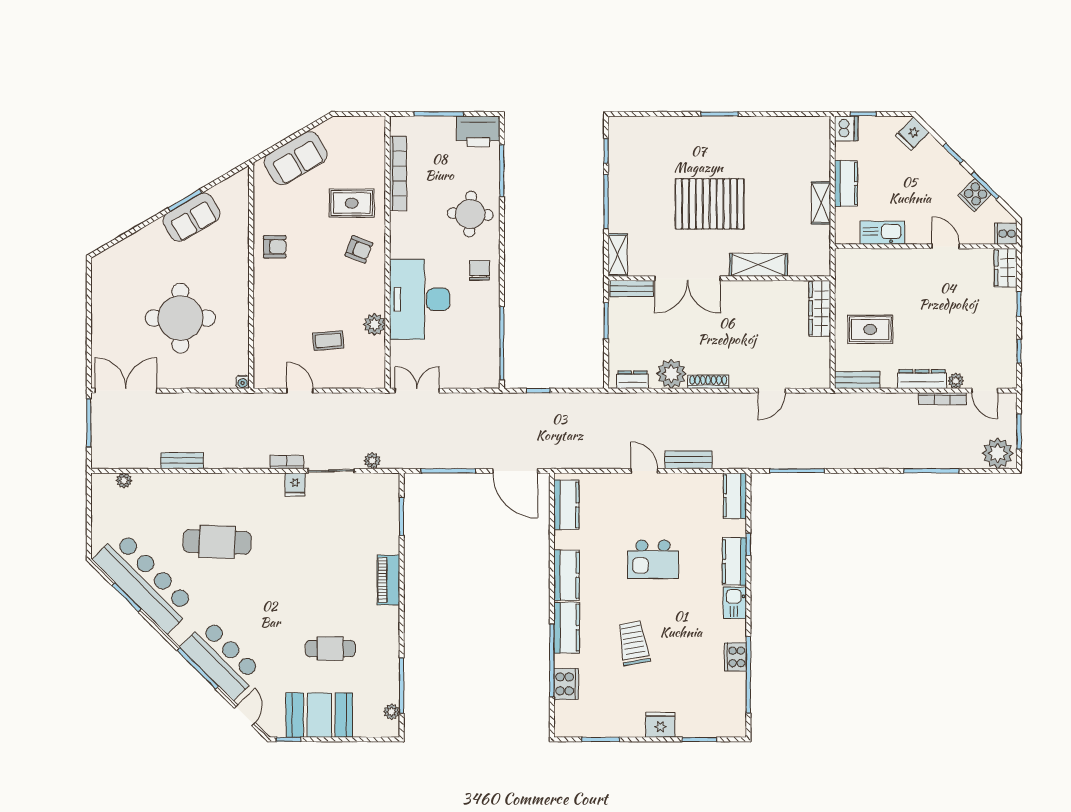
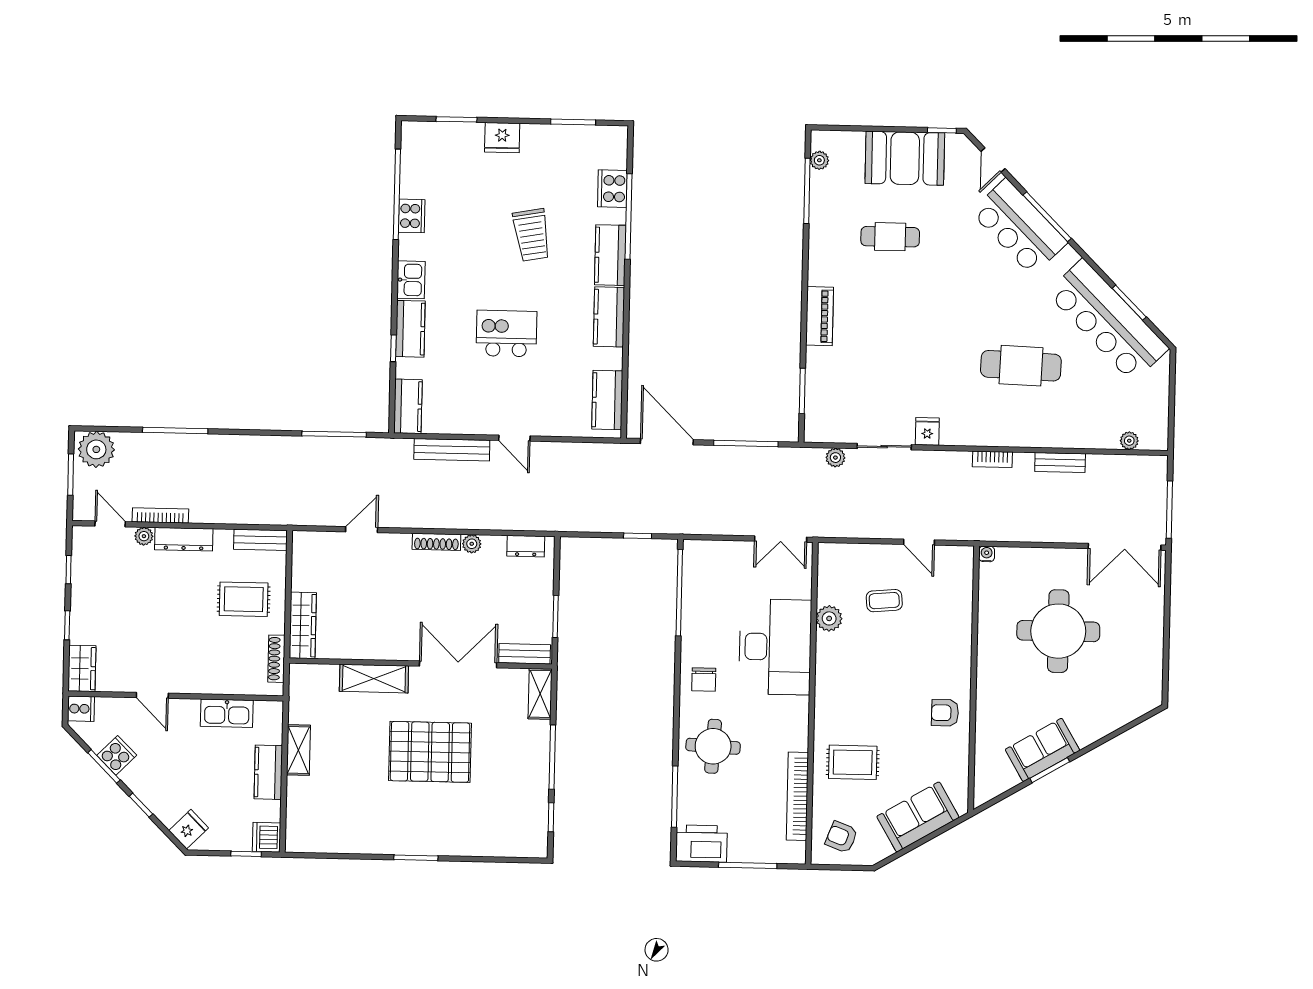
armchair: (359, 249) -> (841, 837), moved
shoe rack: (841, 280) -> (276, 659), added
plant: (671, 374) -> (472, 544), width x0.53, depth x0.53
bench: (688, 460) -> (452, 450), width x1.36
bookcase: (287, 462) -> (992, 459), moved

